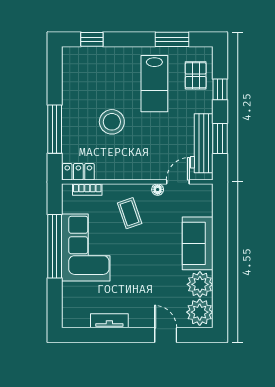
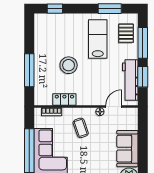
lab bench: (154, 84) -> (98, 39), turned 180
window: (220, 89) -> (143, 43), width x2.17
locker: (78, 172) -> (64, 100), moved

